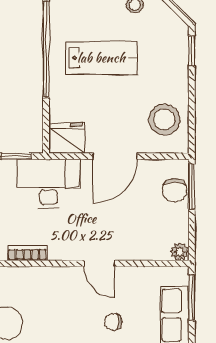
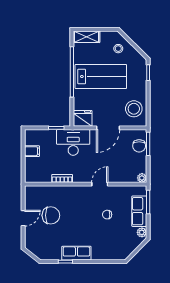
lab bench: (101, 58) -> (101, 77), width x1.36, depth x1.39
door: (99, 264) -> (100, 184), swing flipped

